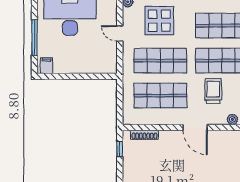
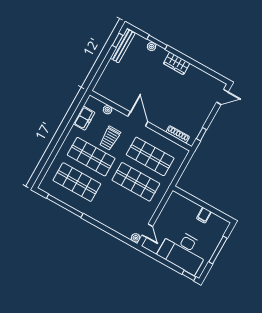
display table: (159, 21) -> (120, 211), removed
door: (120, 33) -> (147, 231), moved
filing cabinet: (47, 66) -> (204, 215), moved

